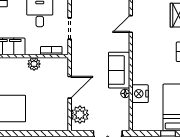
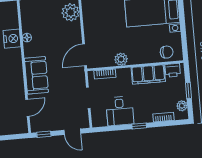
sofa: (119, 70) -> (36, 75), moved
door: (70, 87) -> (85, 55), moved

